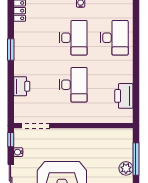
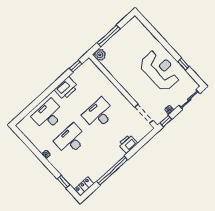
window: (11, 49) -> (112, 171), width x2.11
printer: (124, 96) -> (66, 88), moved
window: (136, 104) -> (76, 66), added
plant: (126, 168) -> (100, 55), moved

